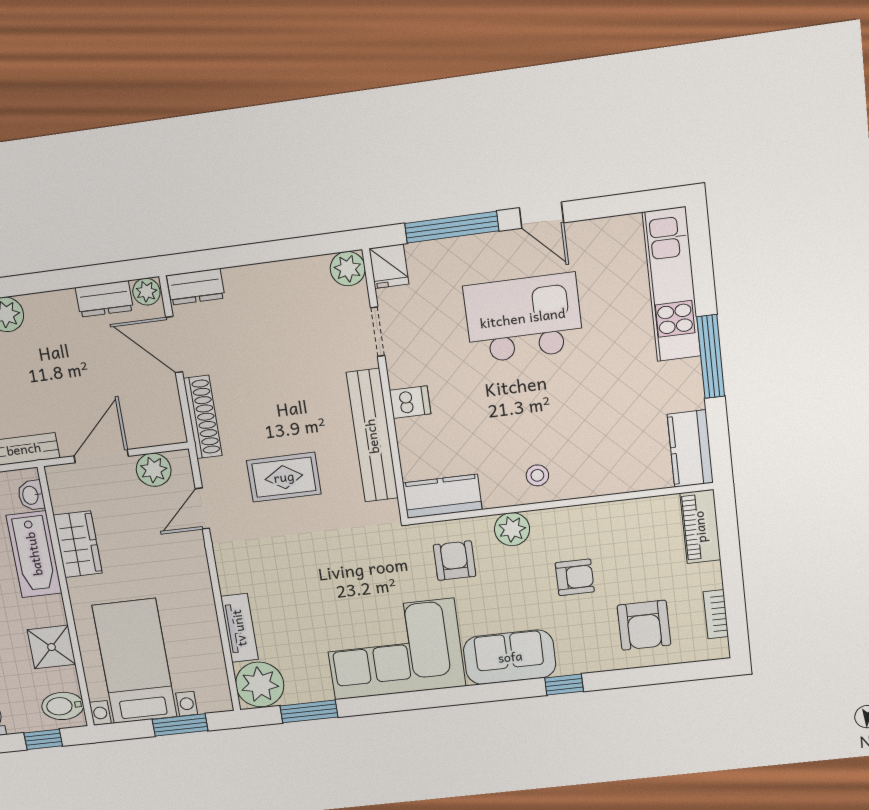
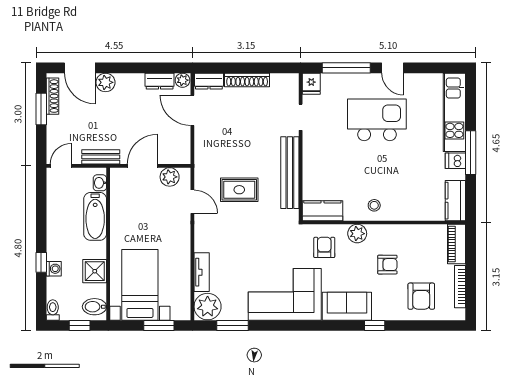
plant: (348, 269) -> (290, 82), removed
dishwasher: (410, 402) -> (455, 161), moved, turned 180
shoe rack: (203, 417) -> (247, 80), moved, turned 90
door: (202, 508) -> (192, 202), swing flipped
wardrobe: (78, 544) -> (120, 214), removed
bookcase: (716, 614) -> (460, 287), width x1.56

